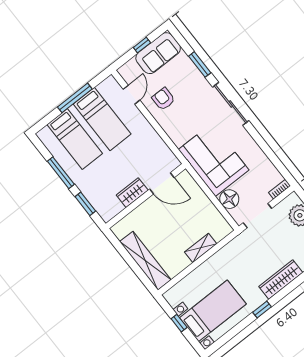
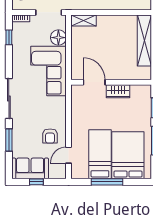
bed: (75, 139) -> (128, 155), width x1.50
window: (277, 162) -> (9, 37), added
shelving: (201, 248) -> (84, 20), moved

